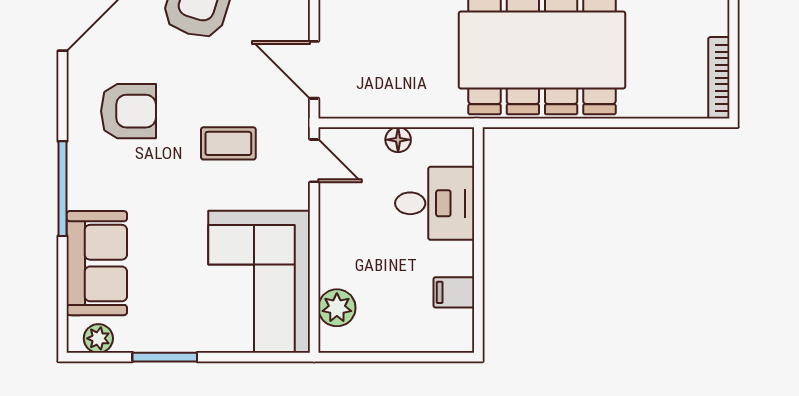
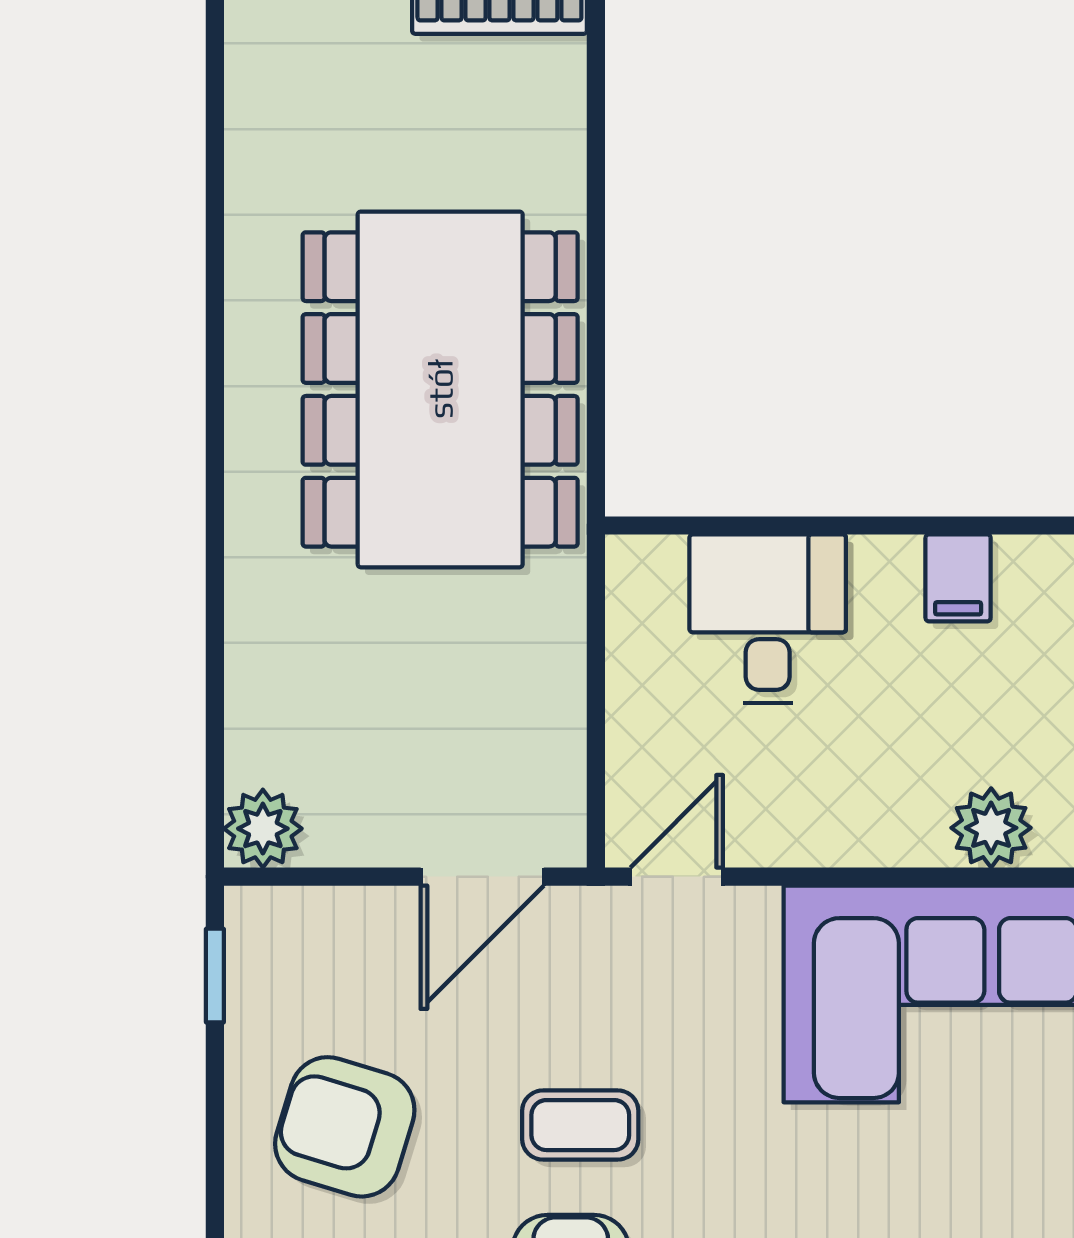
floor lamp: (398, 140) -> (632, 697), removed
coffee table: (228, 143) -> (580, 1125), moved, turned 90

